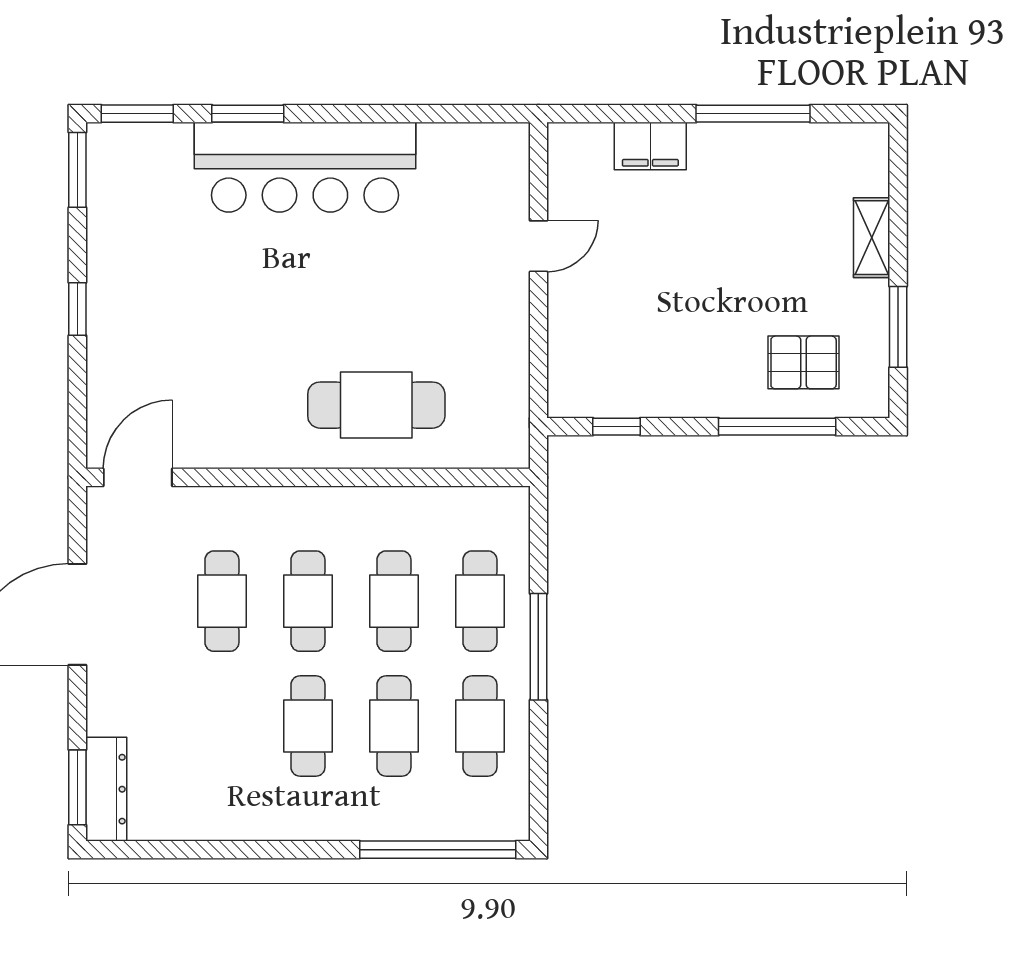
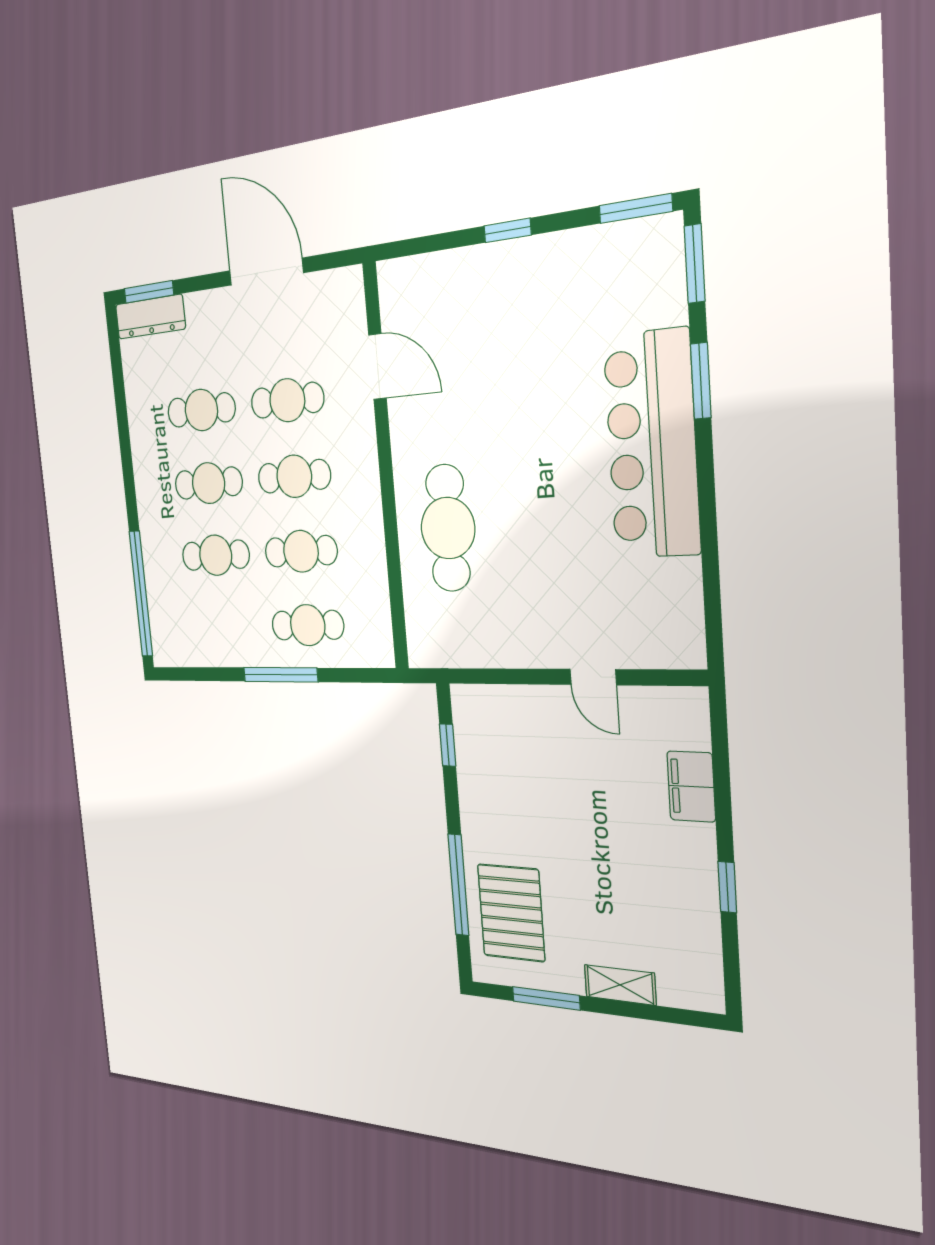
window: (753, 114) -> (727, 887), width x0.46
pallet: (804, 362) -> (511, 913), width x1.50, depth x1.42
door: (138, 477) -> (377, 367), moved
cafe table: (480, 726) -> (201, 410), moved

